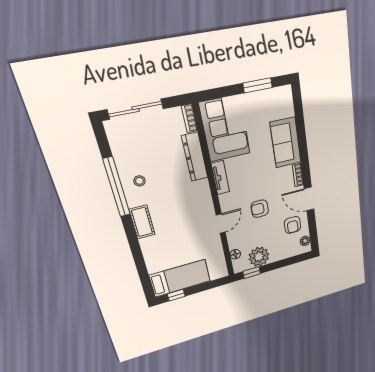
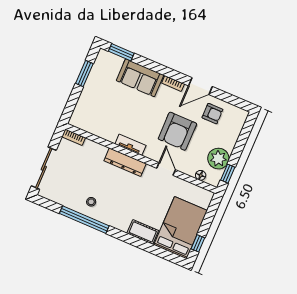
window: (298, 108) -> (121, 52), added
corner sofa: (225, 128) -> (98, 117), removed
dresser: (195, 157) -> (125, 162), moved
armchair: (260, 209) -> (177, 131), width x1.88, depth x1.88
cot: (142, 222) -> (143, 232), moved
plant: (305, 241) -> (236, 112), removed
bed: (180, 278) -> (181, 228), width x1.50

